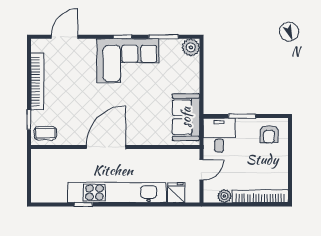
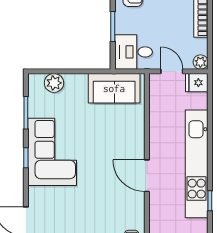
plant: (191, 47) -> (54, 83), moved
door: (106, 147) -> (147, 176), width x0.73
fridge: (176, 193) -> (197, 83), moved
plant: (224, 196) -> (200, 62), moved

